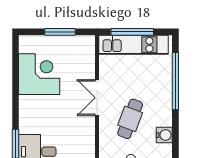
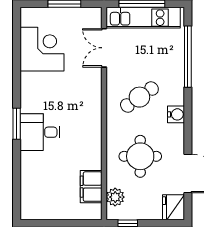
double door: (97, 98) -> (104, 48), moved
cafe table: (130, 119) -> (139, 97), turned 34

